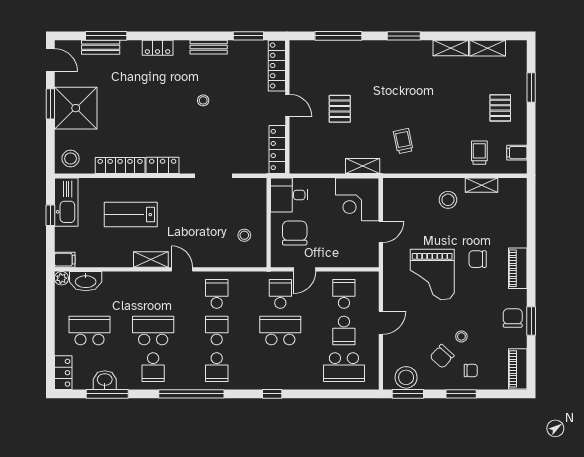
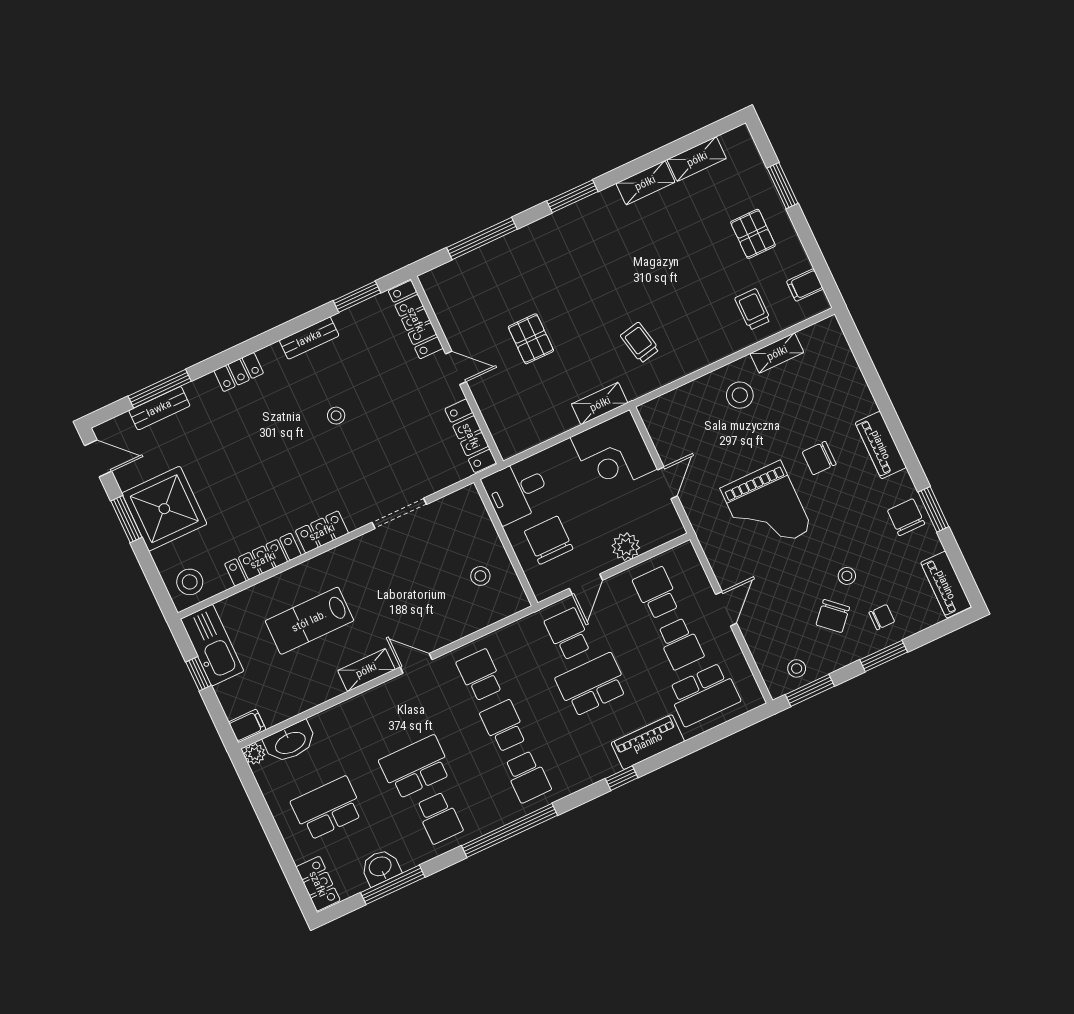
plant: (339, 258) -> (626, 547), added
stool: (406, 377) -> (797, 668), width x0.53, depth x0.53
piano: (298, 380) -> (648, 742), added

